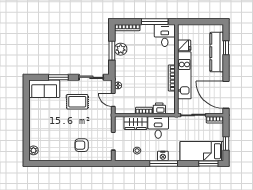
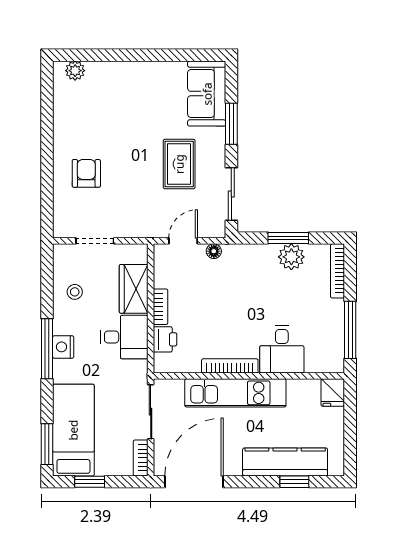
desk: (165, 35) -> (282, 349), moved, turned 90
fridge: (184, 45) -> (333, 393), moved

